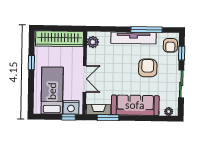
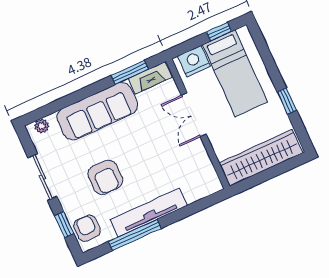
plant: (93, 42) -> (208, 177), removed
window: (68, 117) -> (219, 32), moved

